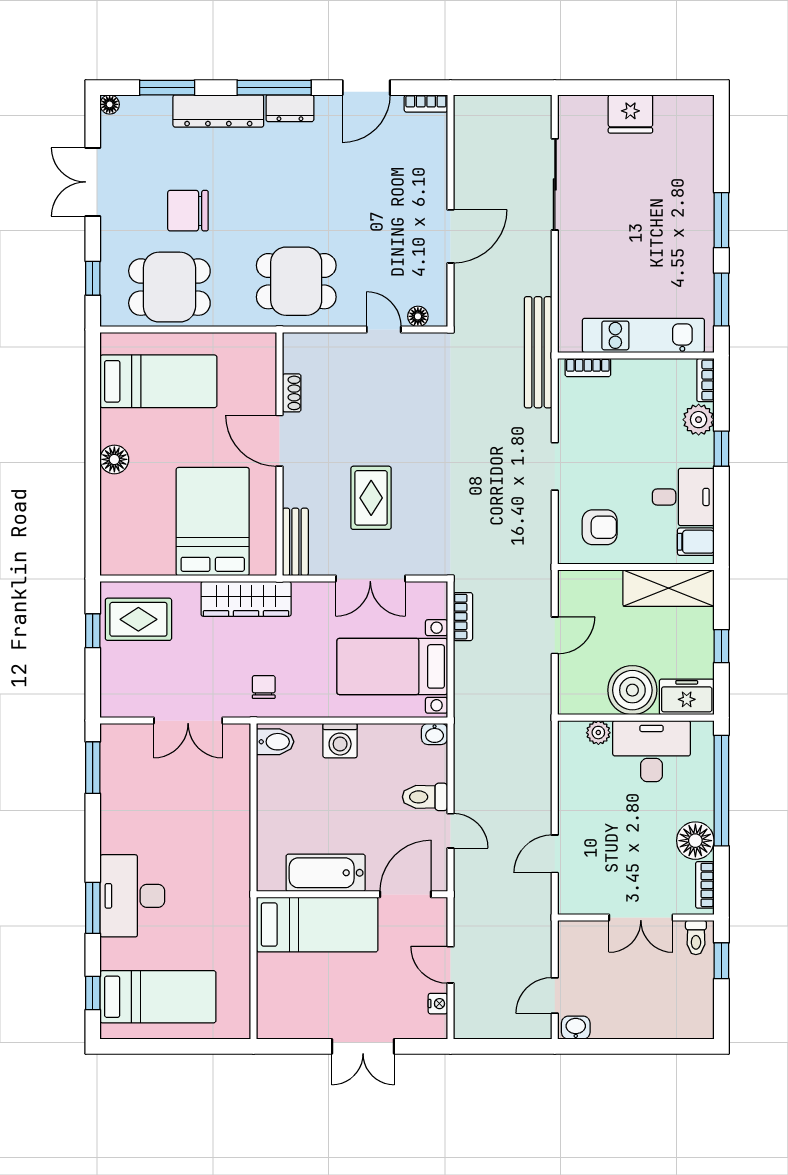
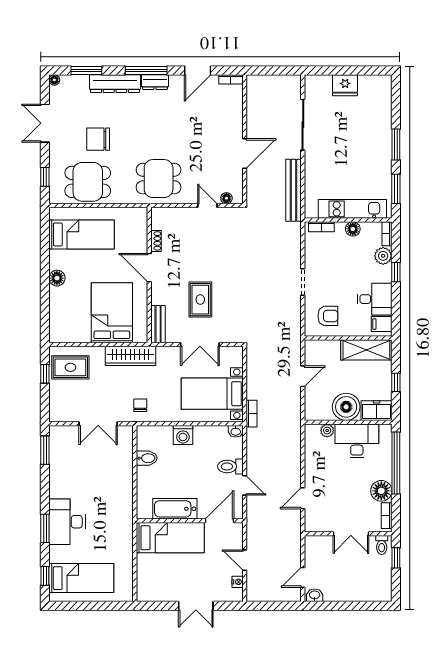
bench: (538, 352) -> (294, 190), moved
floor lamp: (644, 371) -> (353, 229), added
bookcase: (463, 617) -> (252, 414), moved
bidet: (275, 742) -> (147, 458), moved

